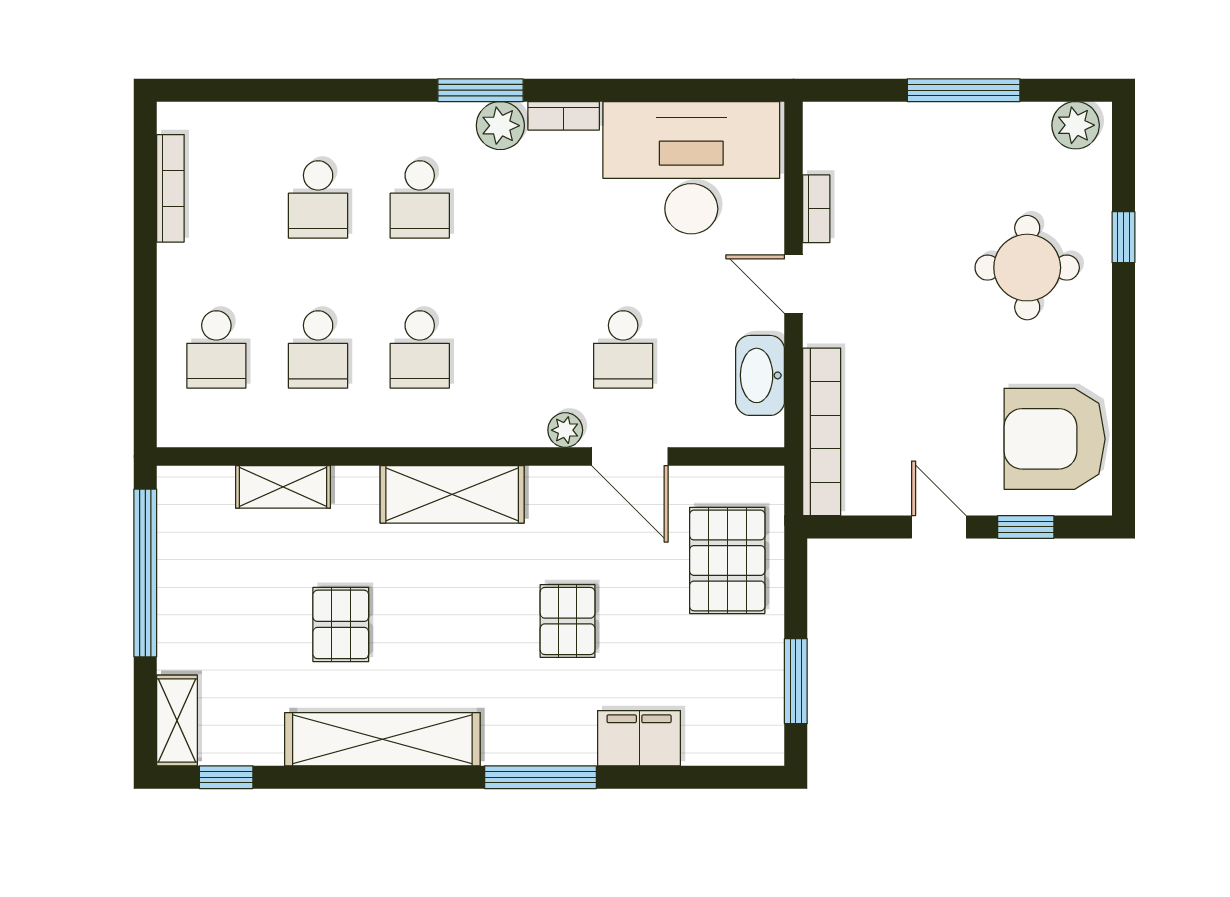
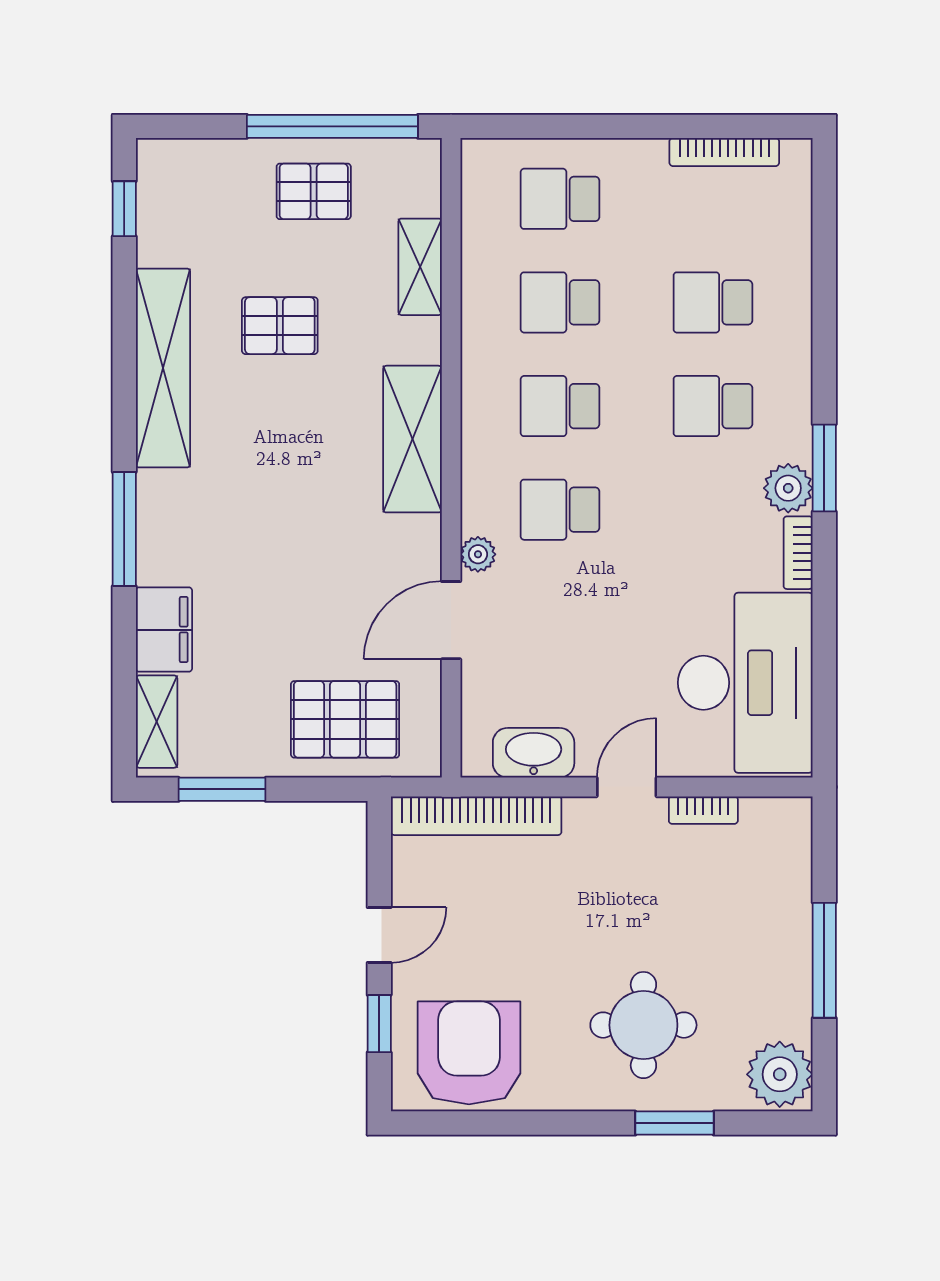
plant: (1076, 125) -> (780, 1074), width x1.36, depth x1.36
window: (1123, 237) -> (675, 1123), width x1.50
school desk: (623, 349) -> (560, 510), moved
pallet: (568, 621) -> (314, 191), moved
shelving: (177, 720) -> (157, 722), moved, turned 90

